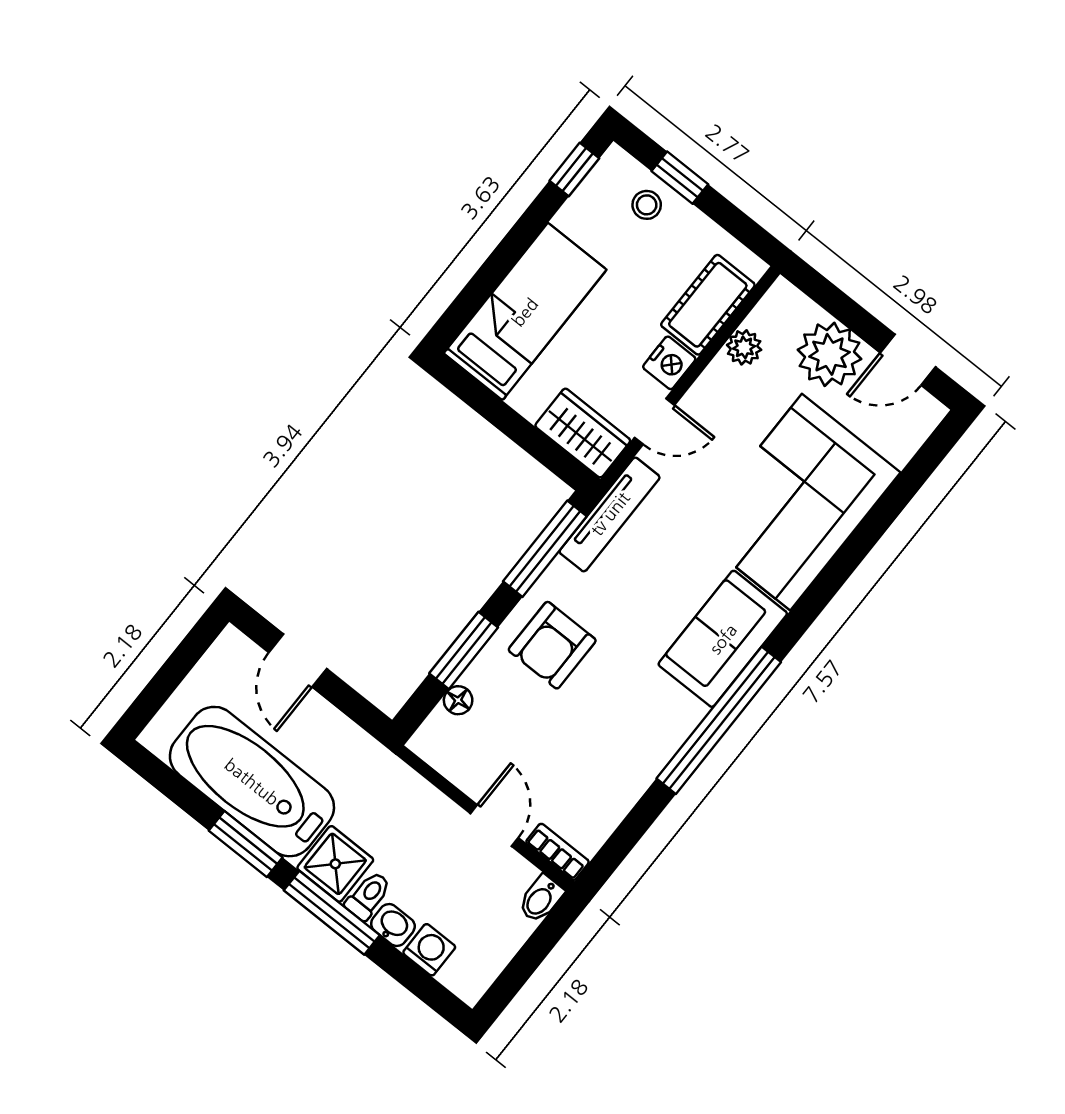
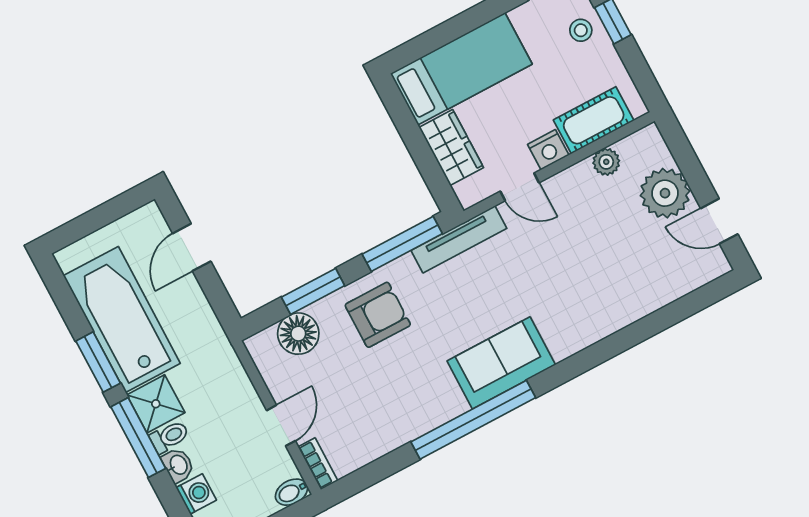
wardrobe: (583, 433) -> (451, 148), moved
corner sofa: (796, 502) -> (596, 288), removed
armchair: (552, 645) -> (378, 315), turned 180
floor lamp: (458, 700) -> (298, 334), width x1.89, depth x1.89

